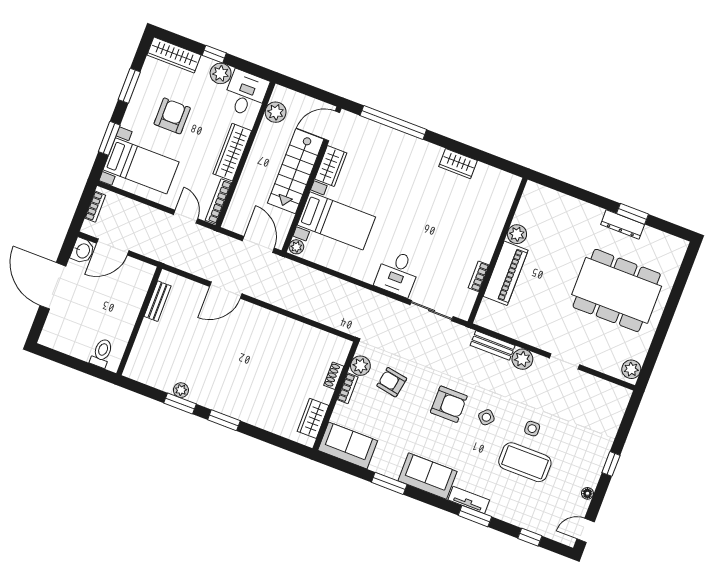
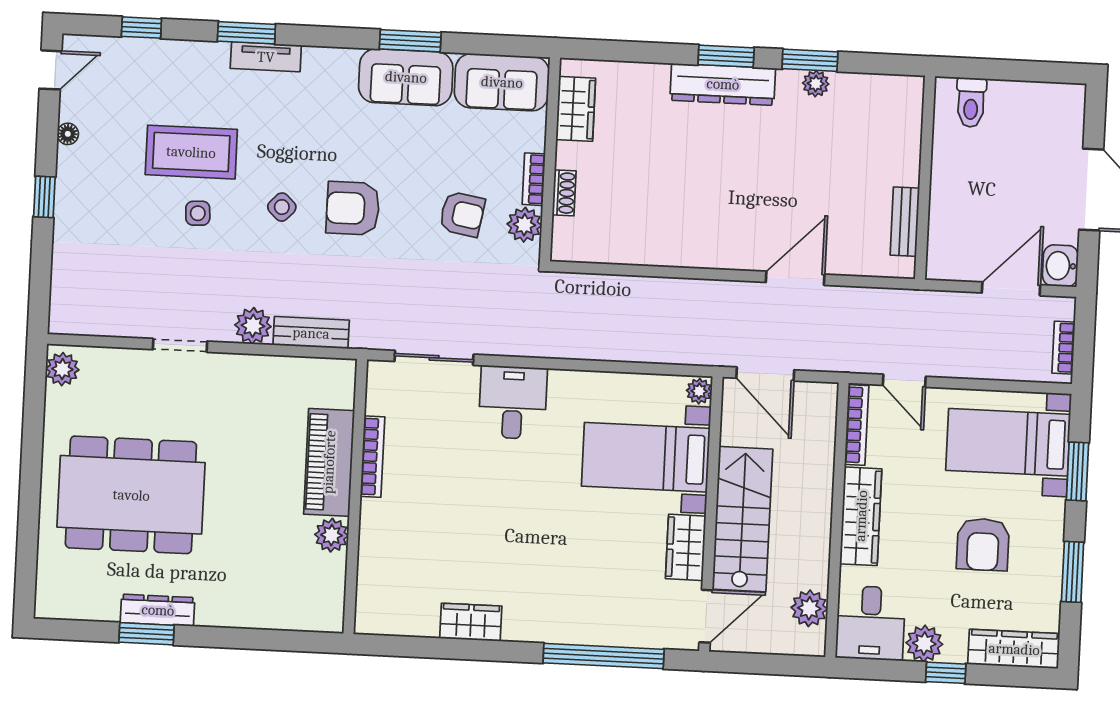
bookcase: (479, 276) -> (372, 457), width x1.56
dresser: (231, 406) -> (723, 84), added
sofa: (427, 476) -> (406, 77), moved

